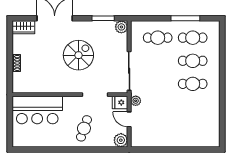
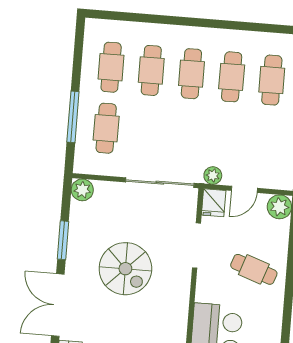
window: (103, 18) -> (63, 240), moved
window: (185, 18) -> (73, 117), moved
spiral stairs: (78, 55) -> (125, 269), turned 180
cafe table: (193, 107) -> (232, 77), added
cafe table: (193, 130) -> (272, 80), added

